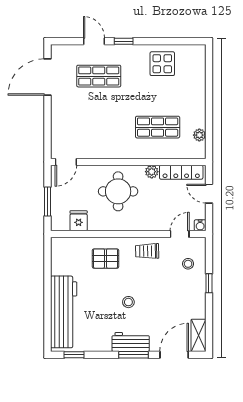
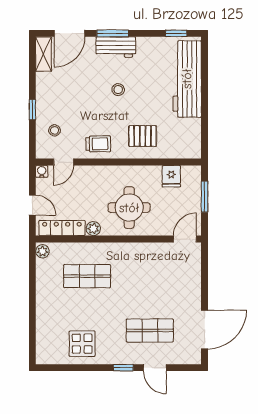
plant: (199, 135) -> (42, 251), moved

